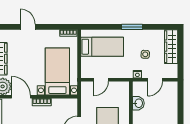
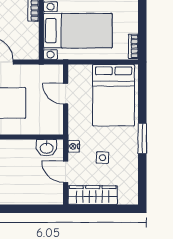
bed: (102, 47) -> (114, 95), width x1.50
wardrobe: (171, 47) -> (93, 195), moved
washbasin: (138, 103) -> (47, 148), moved

